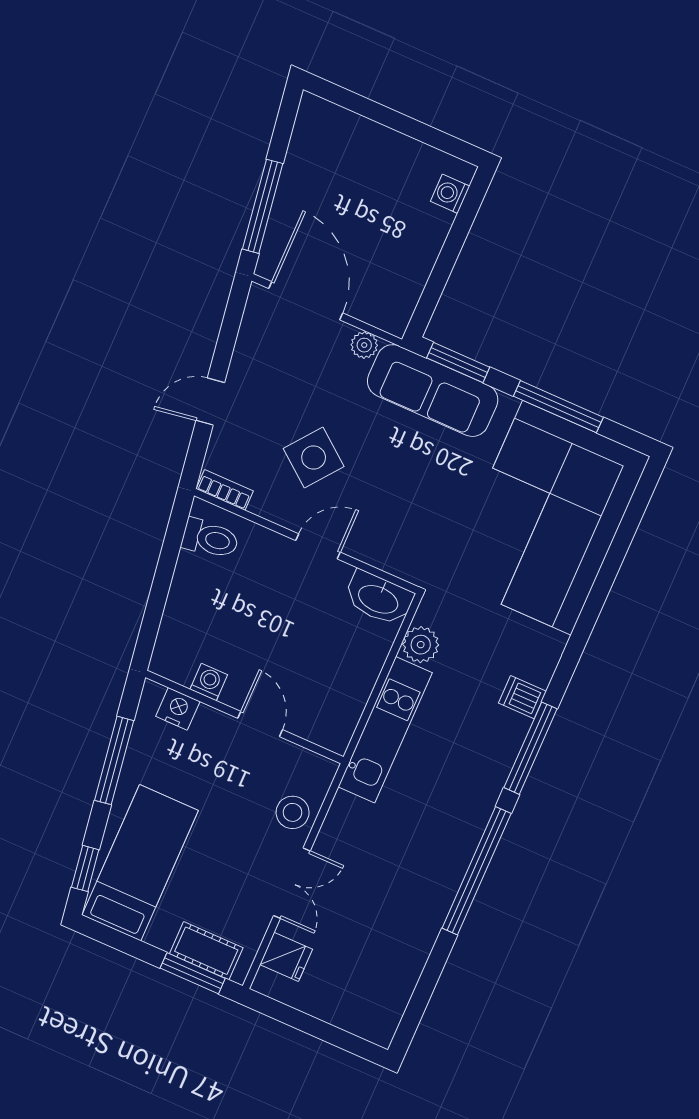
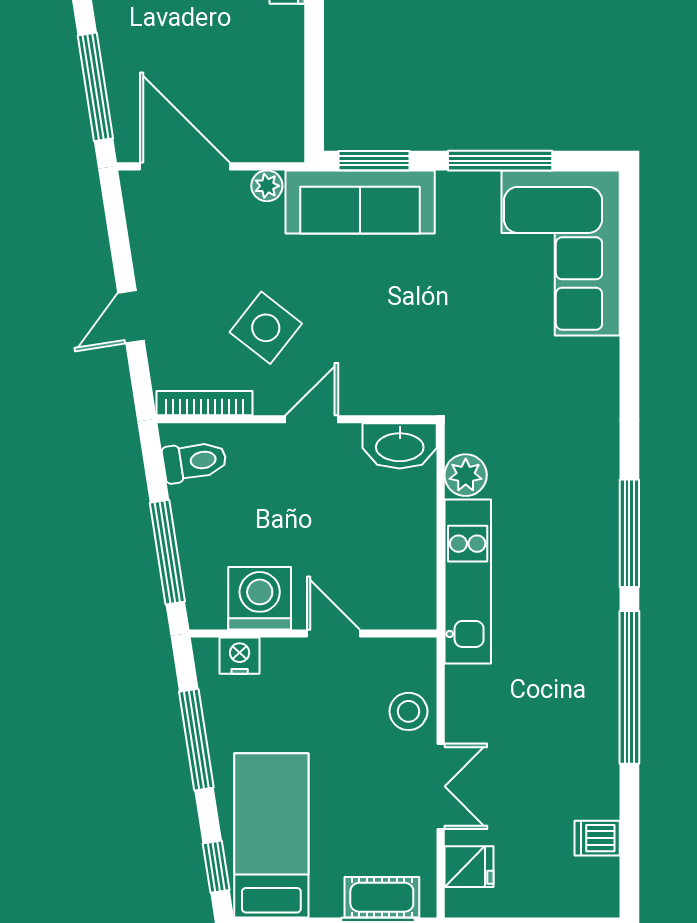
bookcase: (225, 490) -> (204, 403), width x1.56
corner sofa: (547, 518) -> (561, 253), width x0.73, depth x0.74
window: (157, 601) -> (167, 552), added
washing machine: (209, 682) -> (260, 598), width x1.89, depth x1.89
dishwasher: (522, 697) -> (597, 838), moved

